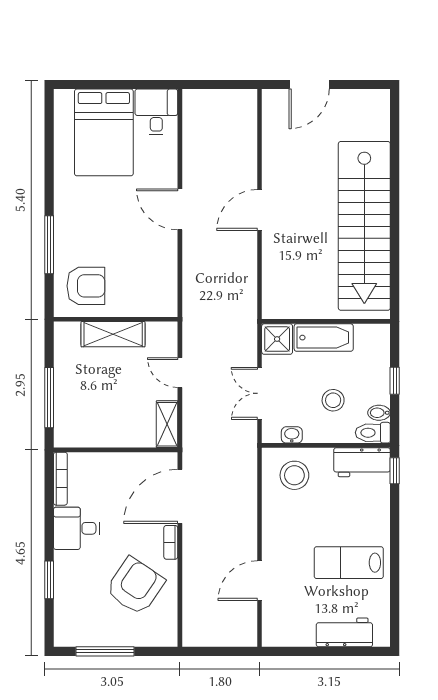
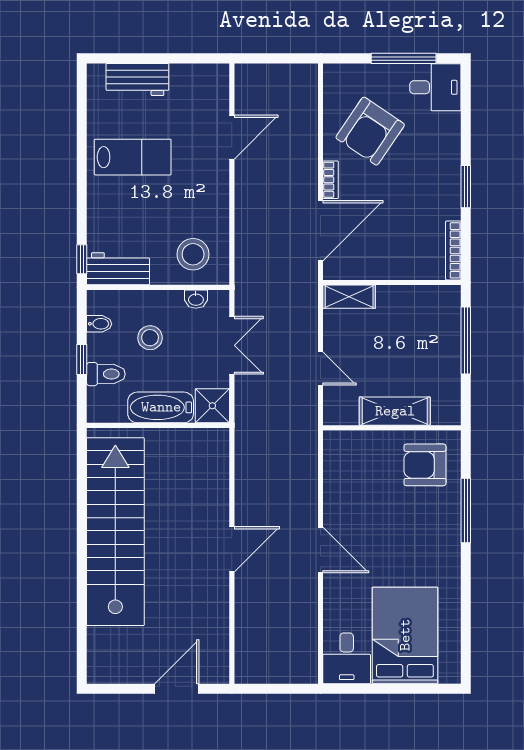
shelving: (167, 424) -> (349, 297), moved, turned 90
toilet: (373, 433) -> (106, 374), moved
desk: (77, 528) -> (435, 87), moved
window: (49, 580) -> (466, 187), moved

